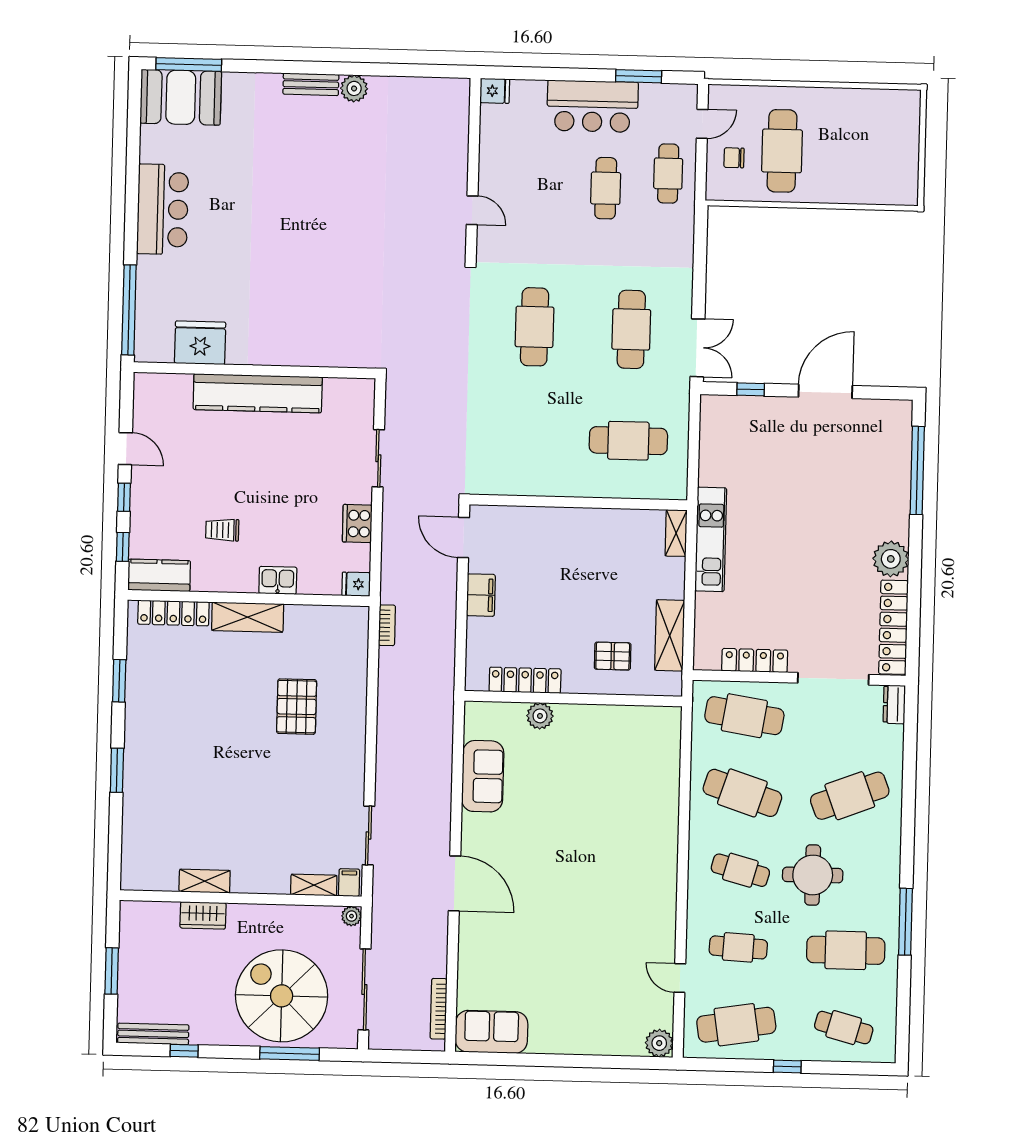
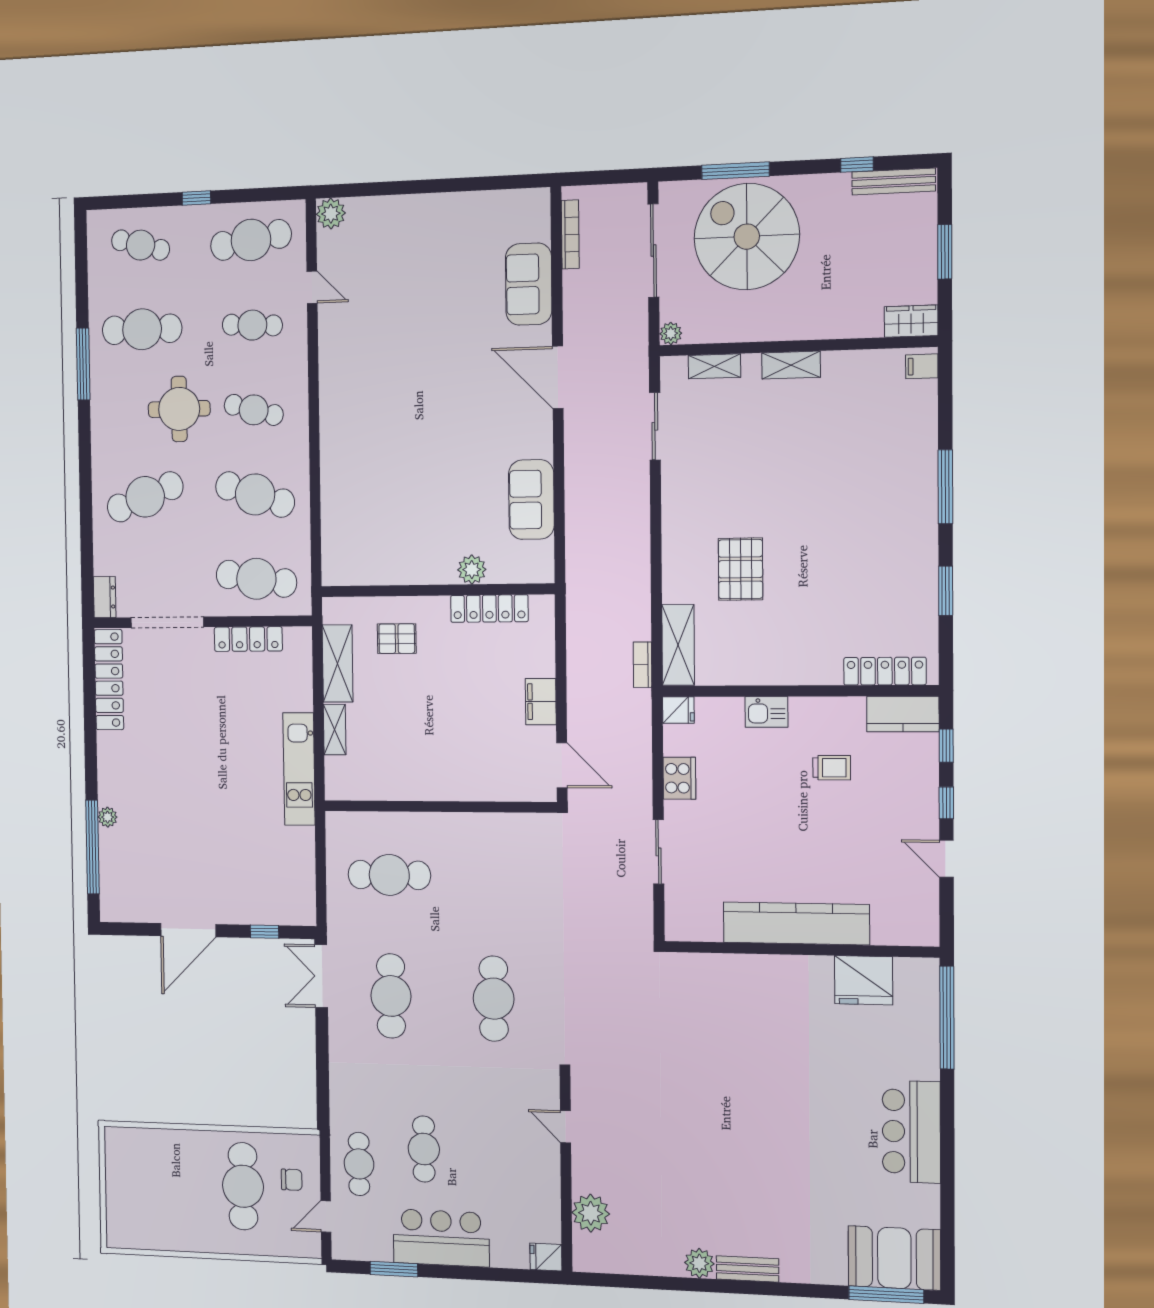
plant: (452, 132) -> (591, 1213), added
shelving: (676, 533) -> (335, 730), moved
plant: (891, 559) -> (108, 817), moved, width x0.53, depth x0.53
shelving: (248, 617) -> (678, 645), moved, turned 90
window: (117, 770) -> (945, 487), width x1.44
shelving: (205, 881) -> (791, 365), moved
filing cabinet: (349, 883) -> (922, 366), moved, turned 90
wardrobe: (203, 915) -> (911, 321), moved
spiral stairs: (282, 996) -> (747, 237), turned 180
sofa: (492, 1032) -> (529, 284), moved, turned 90

